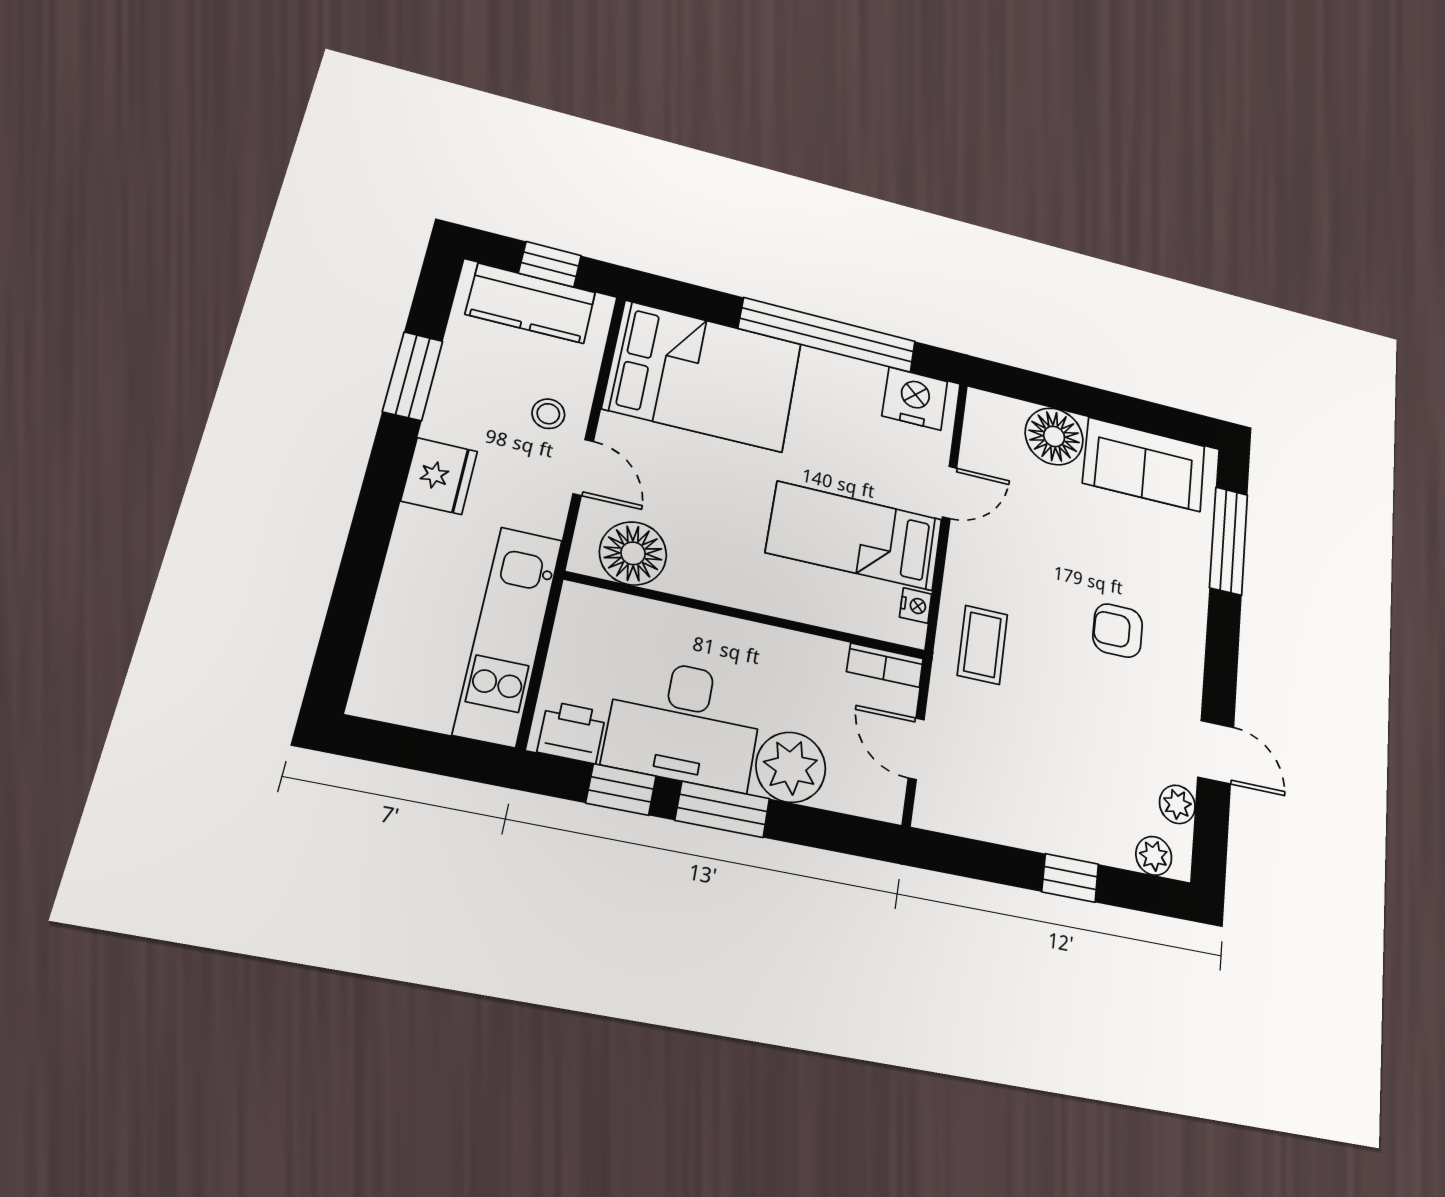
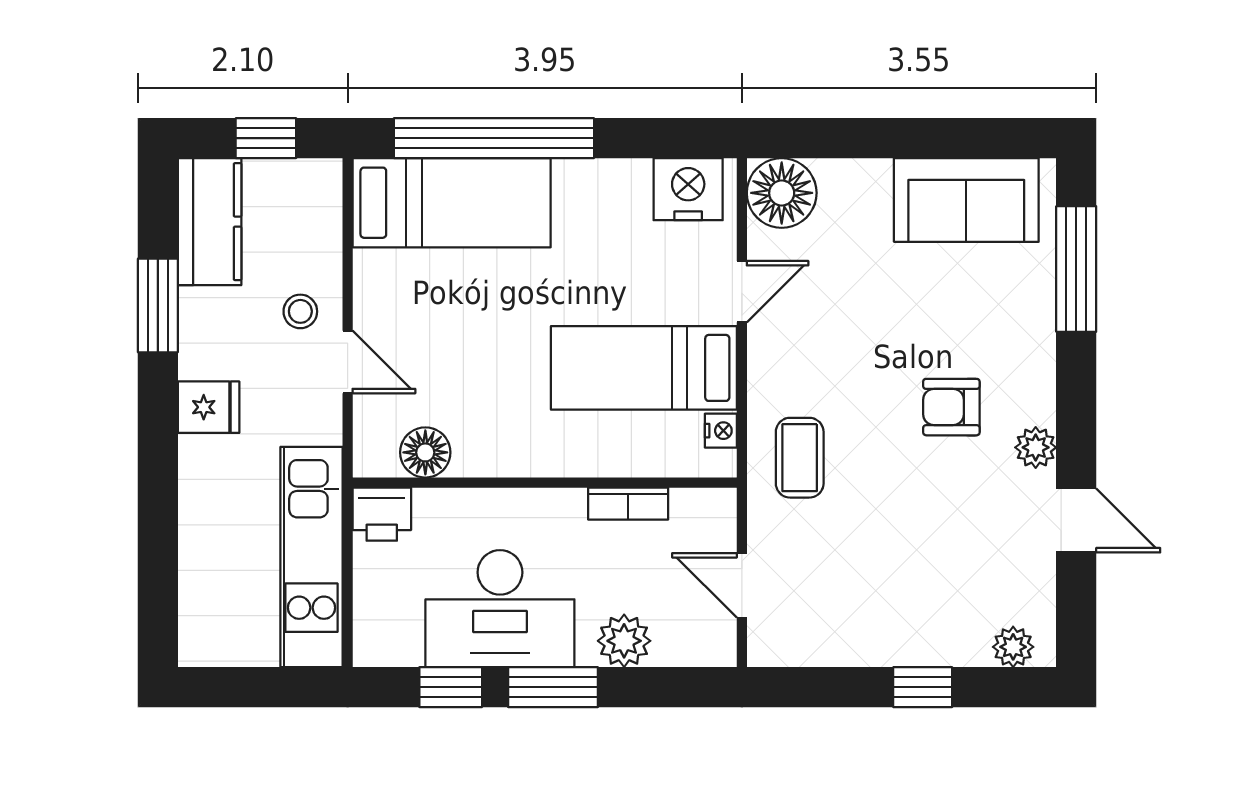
kitchen counter: (531, 303) -> (210, 222), moved, turned -90
window: (828, 335) -> (494, 138), moved
bed: (703, 376) -> (452, 203), width x0.67
floor lamp: (1054, 436) -> (782, 193), moved
fridge: (439, 476) -> (209, 407), width x0.72
floor lamp: (633, 553) -> (425, 452), width x0.73, depth x0.73
bookcase: (885, 665) -> (628, 504), moved
printer: (572, 732) -> (382, 514), moved, turned 180
plant: (791, 767) -> (624, 641), width x0.73, depth x0.73
plant: (1177, 804) -> (1036, 447), moved

